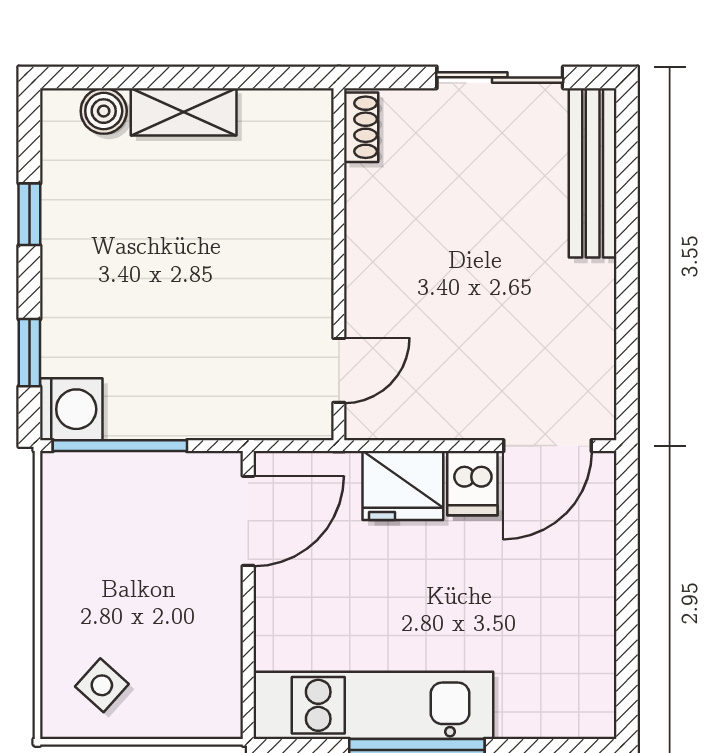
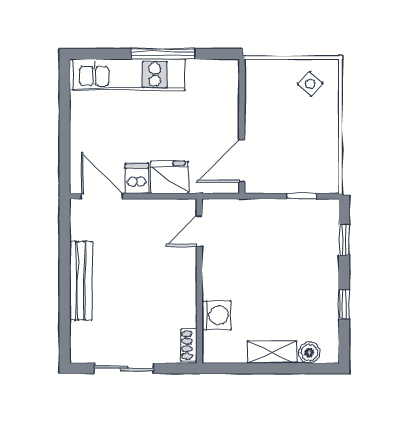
bench: (593, 173) -> (81, 281), moved
washing machine: (71, 409) -> (216, 315), moved, turned 180
window: (120, 446) -> (302, 196), width x0.46
door: (548, 446) -> (102, 196), hinge flipped
kitchen unit: (373, 705) -> (129, 75), moved

